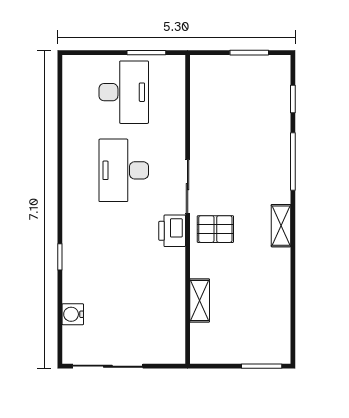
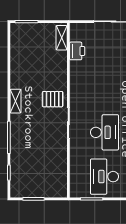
printer: (172, 231) -> (77, 51), moved
shelving: (200, 300) -> (62, 38), moved

